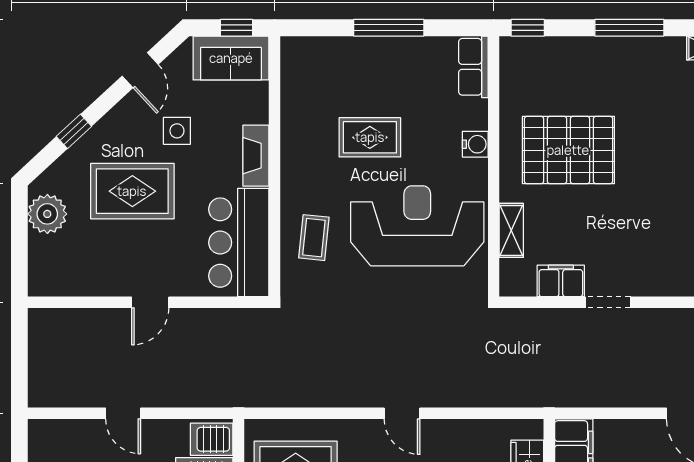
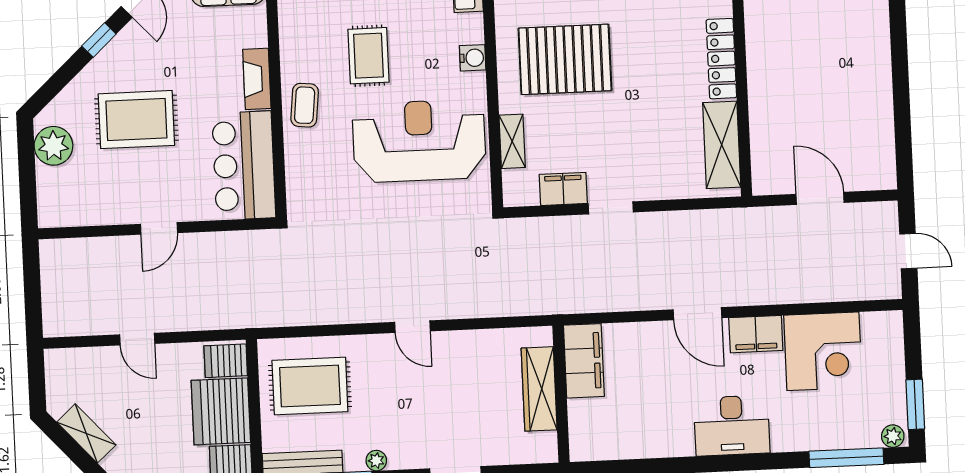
window: (74, 131) -> (99, 40), moved
side table: (177, 131) -> (178, 58), removed
rug: (370, 137) -> (368, 56), turned 90
coffee table: (314, 238) -> (305, 105), moved

